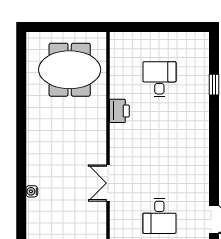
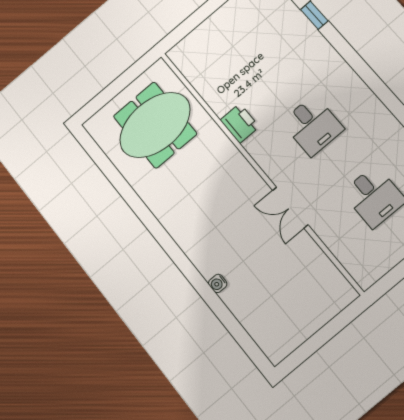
desk: (159, 79) -> (313, 126), moved, turned 180

